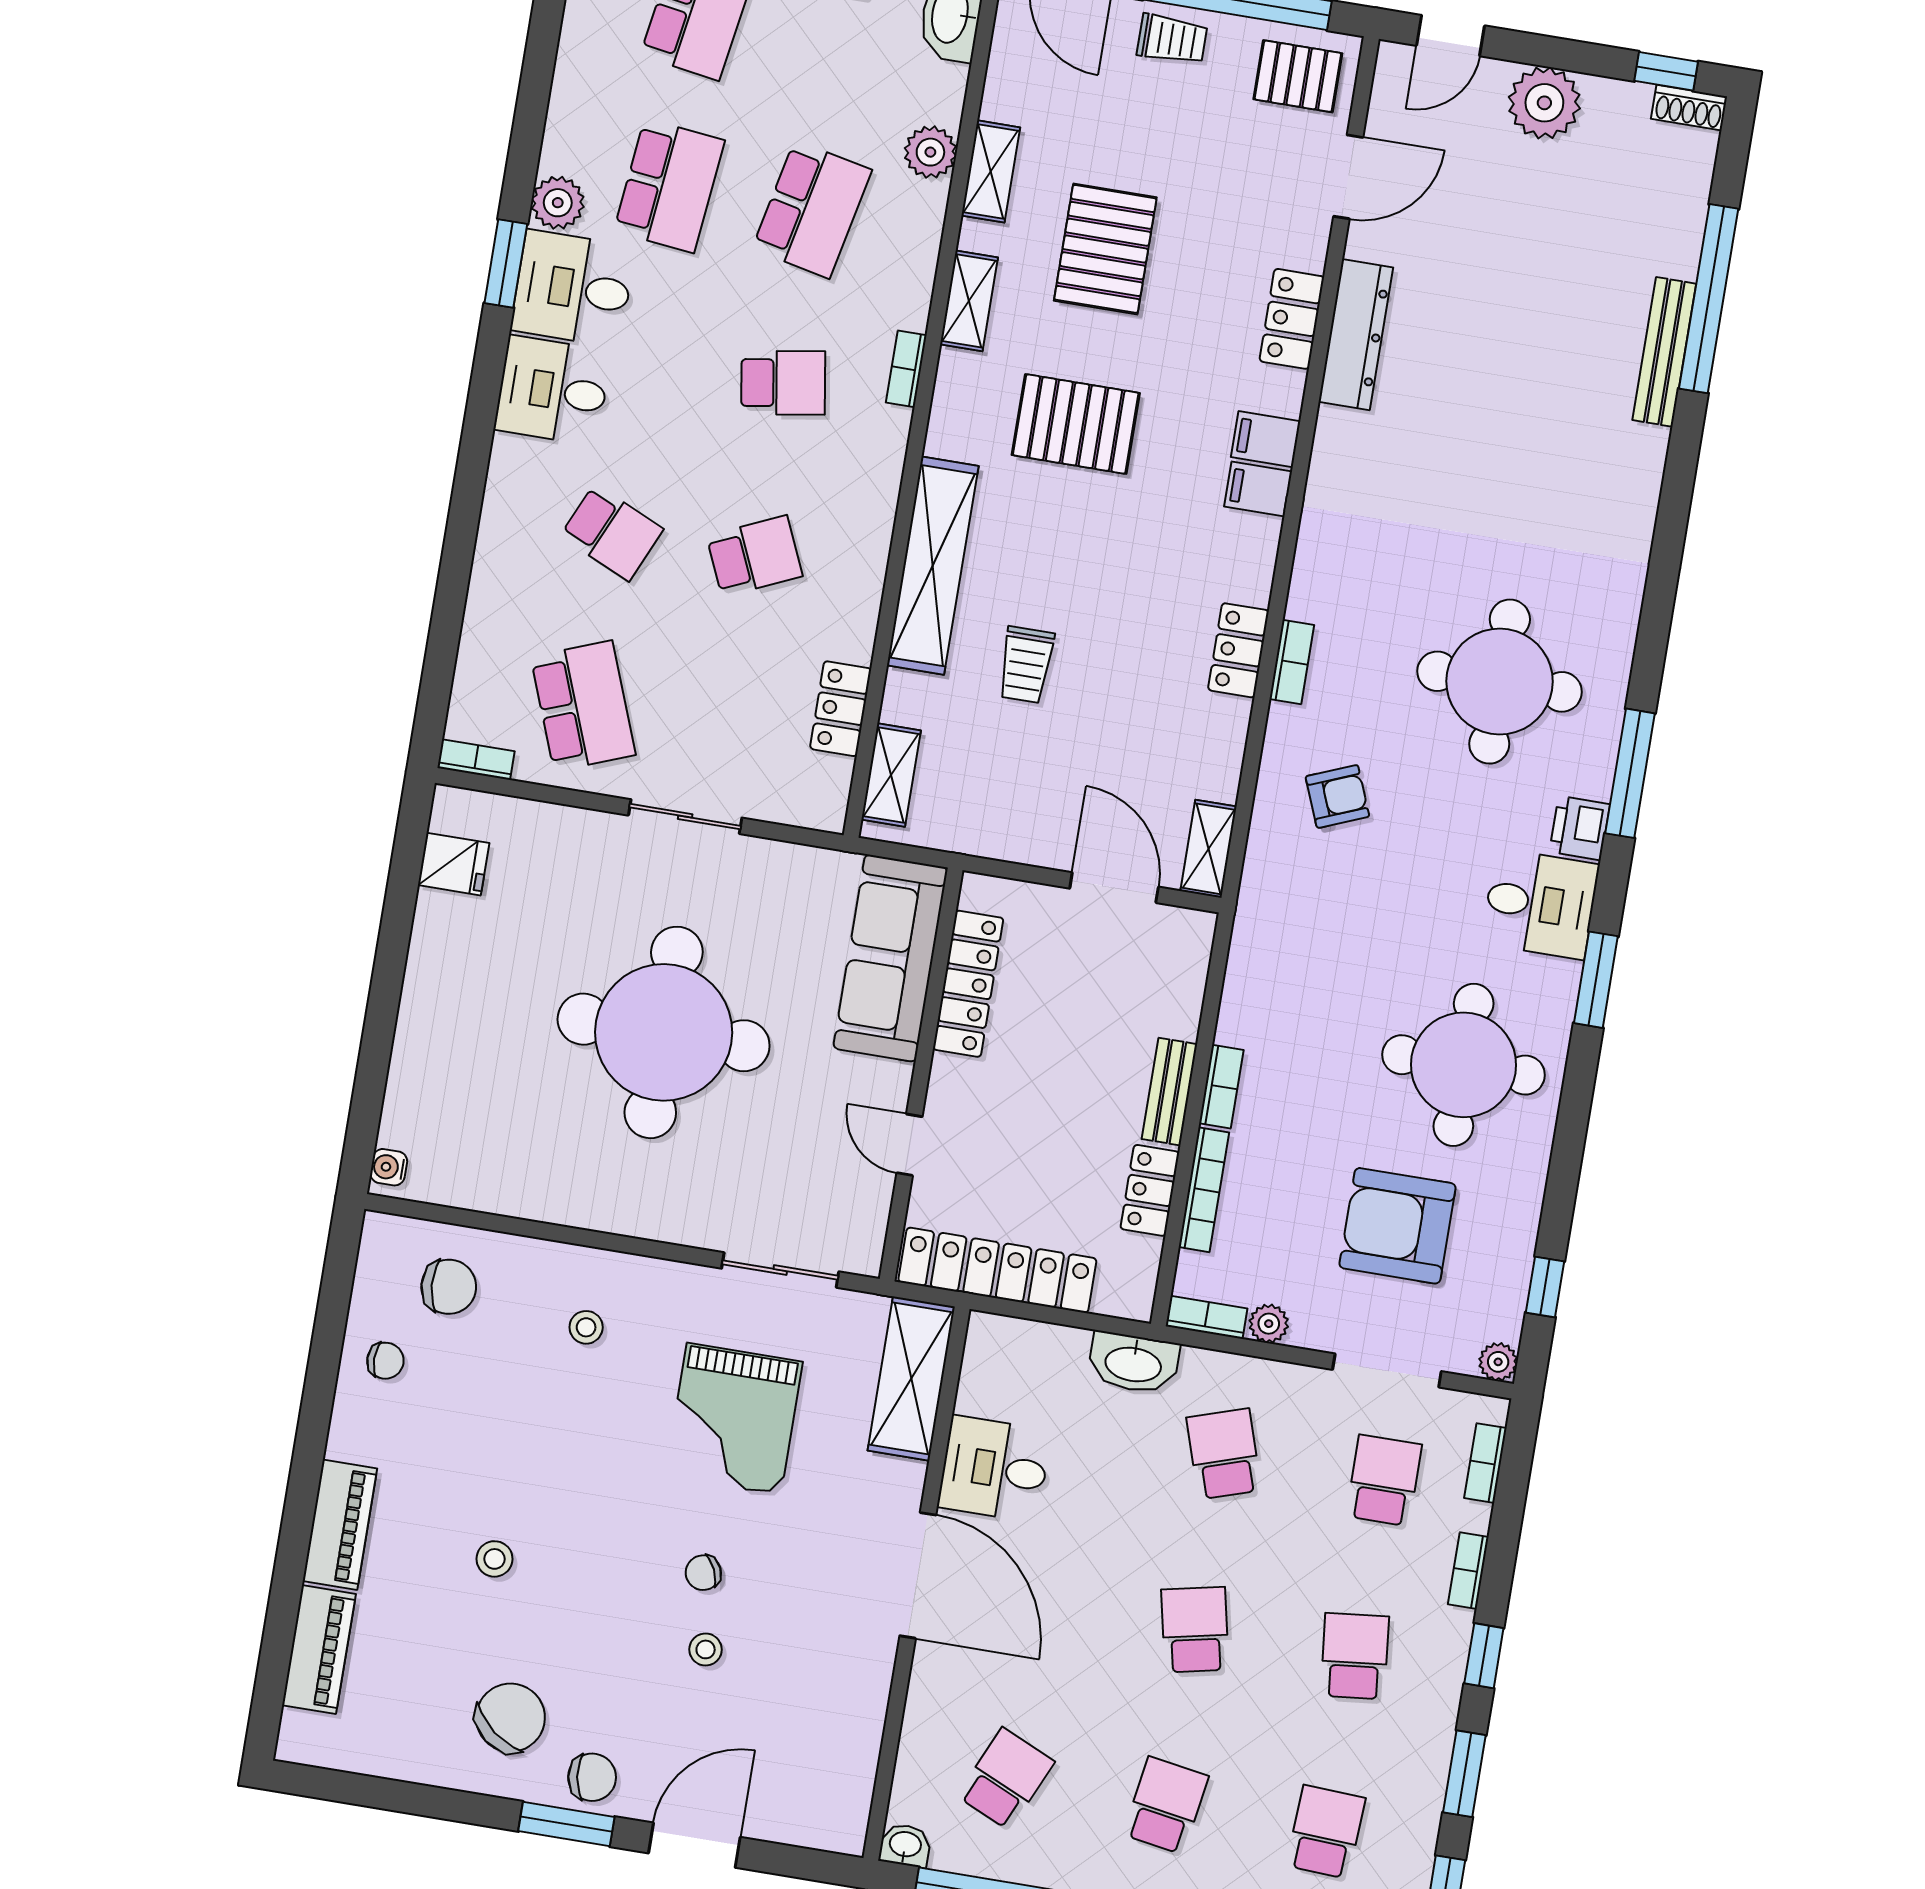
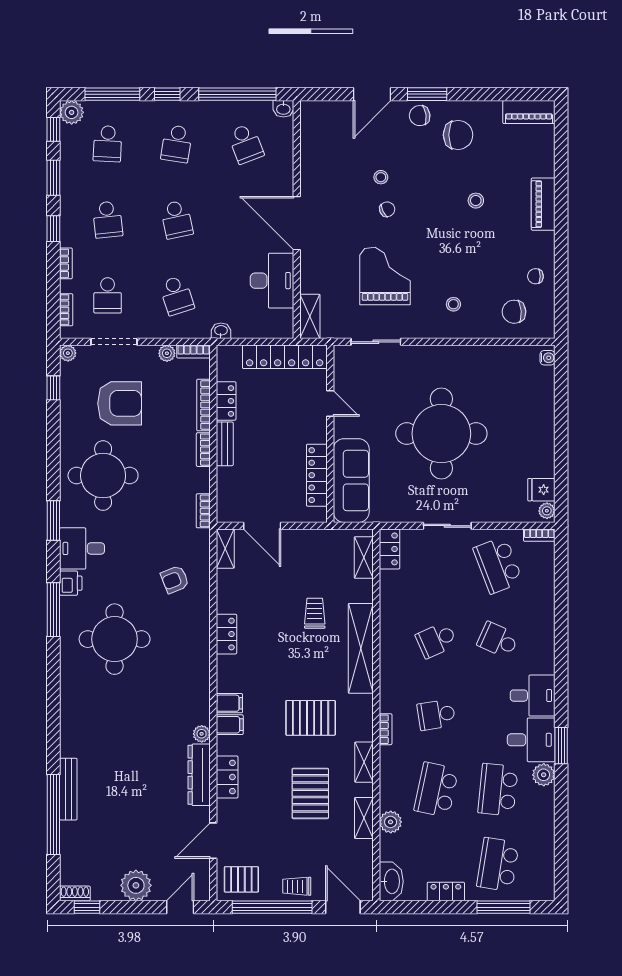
plant: (1334, 429) -> (202, 734), added
bookcase: (1292, 662) -> (203, 511), moved
locker: (841, 709) -> (390, 549), moved
plant: (449, 813) -> (547, 511), added
washbasin: (1133, 1363) -> (221, 331), width x0.52, depth x0.69
shelving: (911, 1379) -> (310, 316), width x0.67, depth x0.75
desk: (994, 1469) -> (272, 281), width x1.37
piano: (319, 1650) -> (529, 112), moved, turned -90
chair: (510, 1718) -> (458, 135), turned -128
school desk: (1006, 1779) -> (246, 144), turned -45

